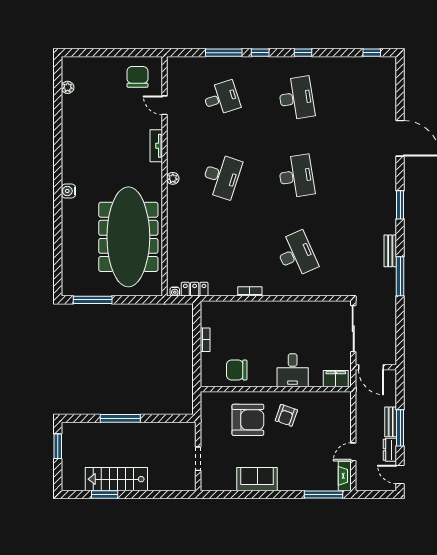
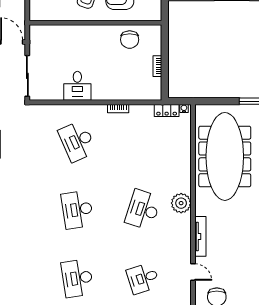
tv unit: (156, 146) -> (200, 236), width x1.41
plant: (173, 178) -> (181, 203), width x1.88, depth x1.88
chair: (237, 370) -> (130, 40), turned 90
desk: (293, 370) -> (77, 86), moved, turned 180
filing cabinet: (336, 379) -> (43, 32), removed

